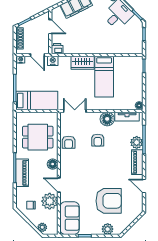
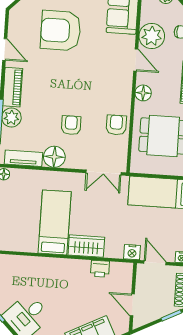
printer: (57, 49) -> (100, 269), moved

